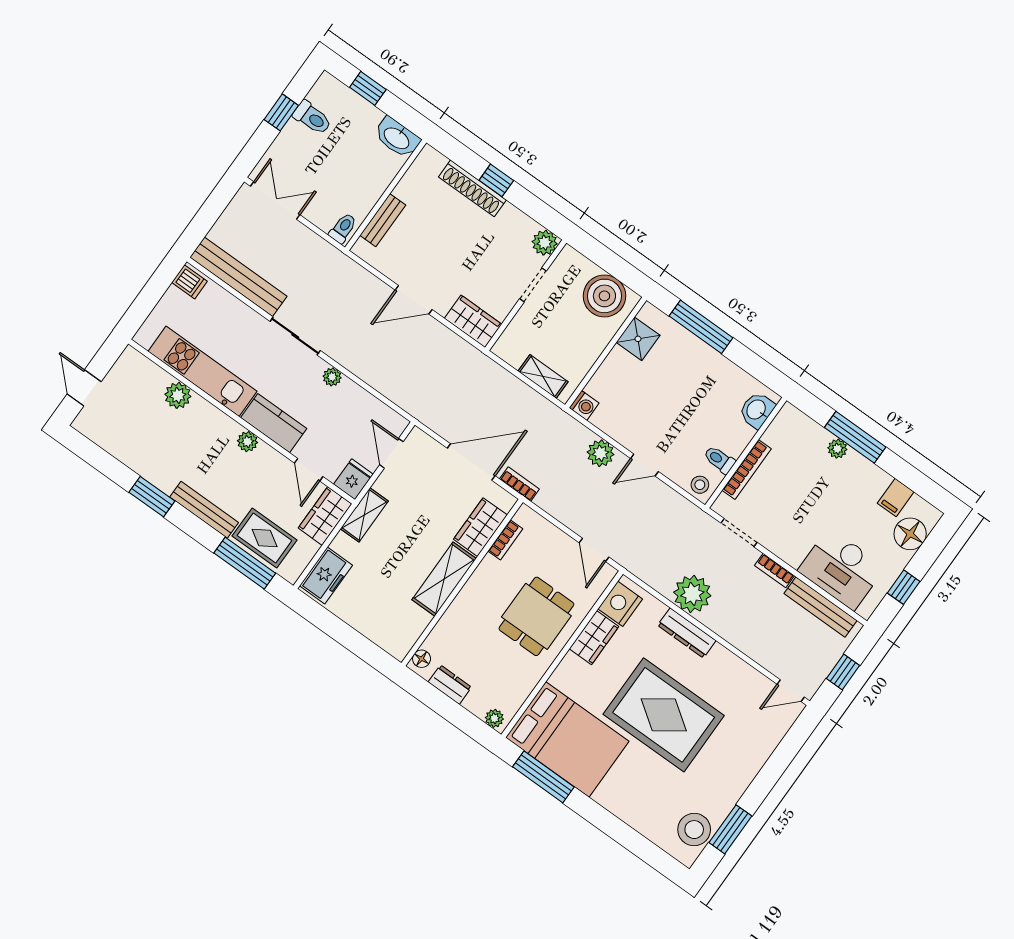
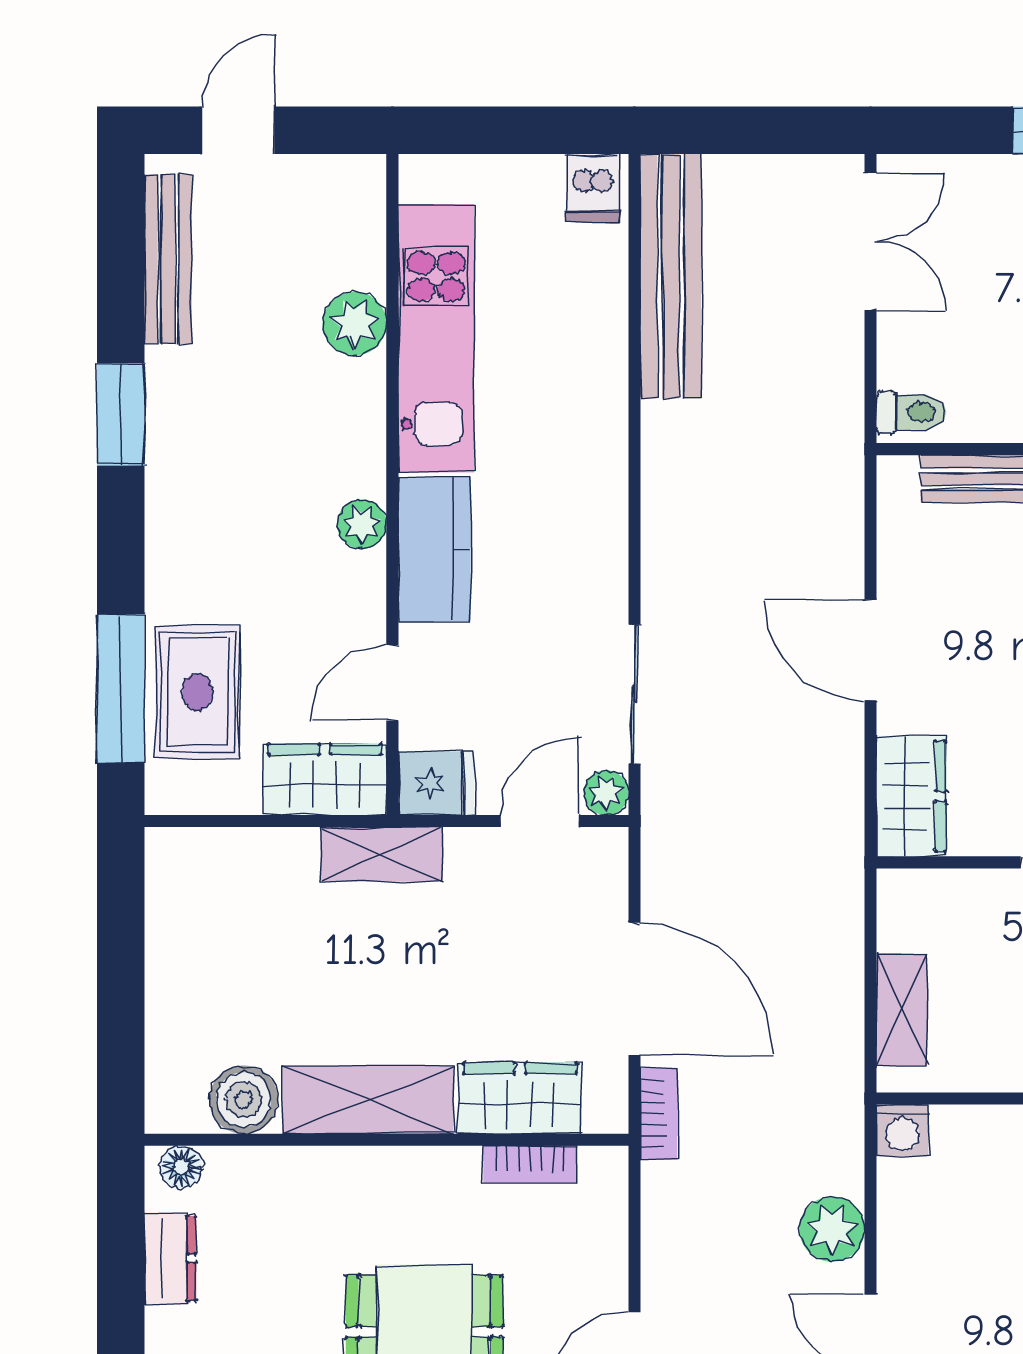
sliding door: (295, 336) -> (634, 694), moved
plant: (332, 377) -> (606, 793), moved
bench: (204, 510) -> (168, 259), moved
freezer: (326, 576) -> (210, 864), removed
boiler: (414, 621) -> (244, 1100), added

